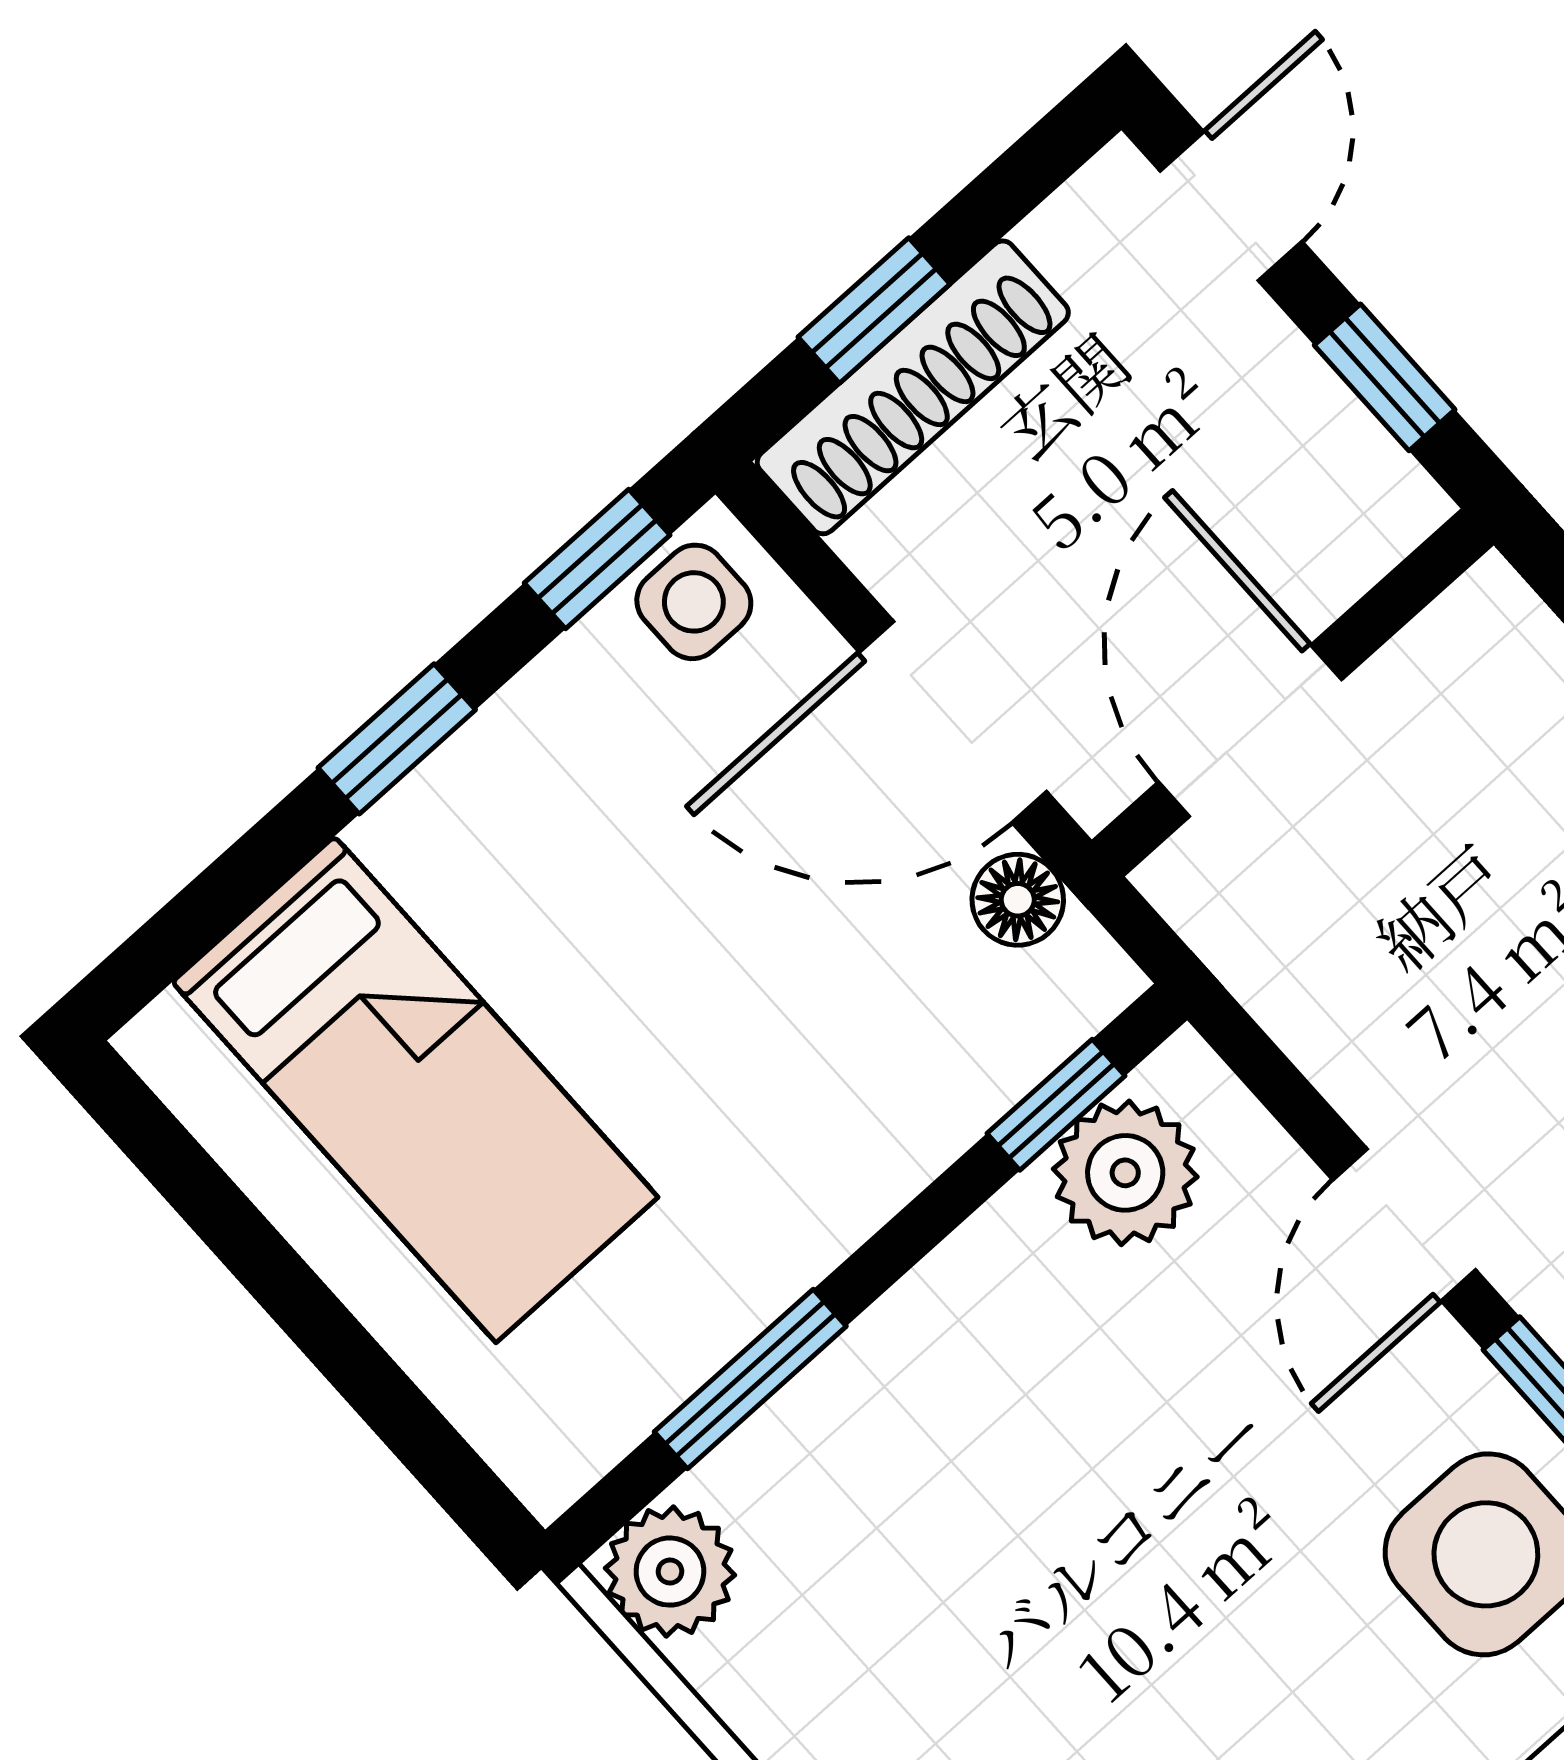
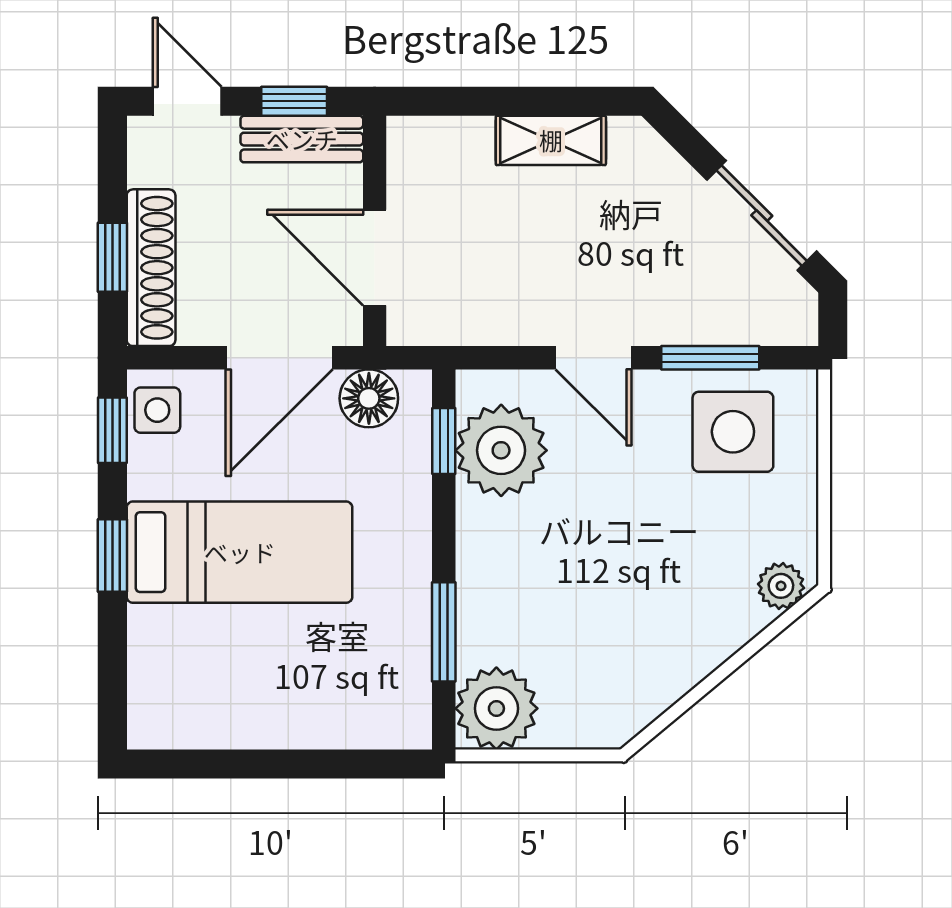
bench: (1335, 444) -> (302, 139), added
floor lamp: (1018, 900) -> (369, 398), width x1.37, depth x1.37
bed: (415, 1090) -> (240, 552), moved
plant: (1125, 1173) -> (501, 450), width x1.36, depth x1.36
plant: (670, 1572) -> (496, 708), width x1.36, depth x1.36

